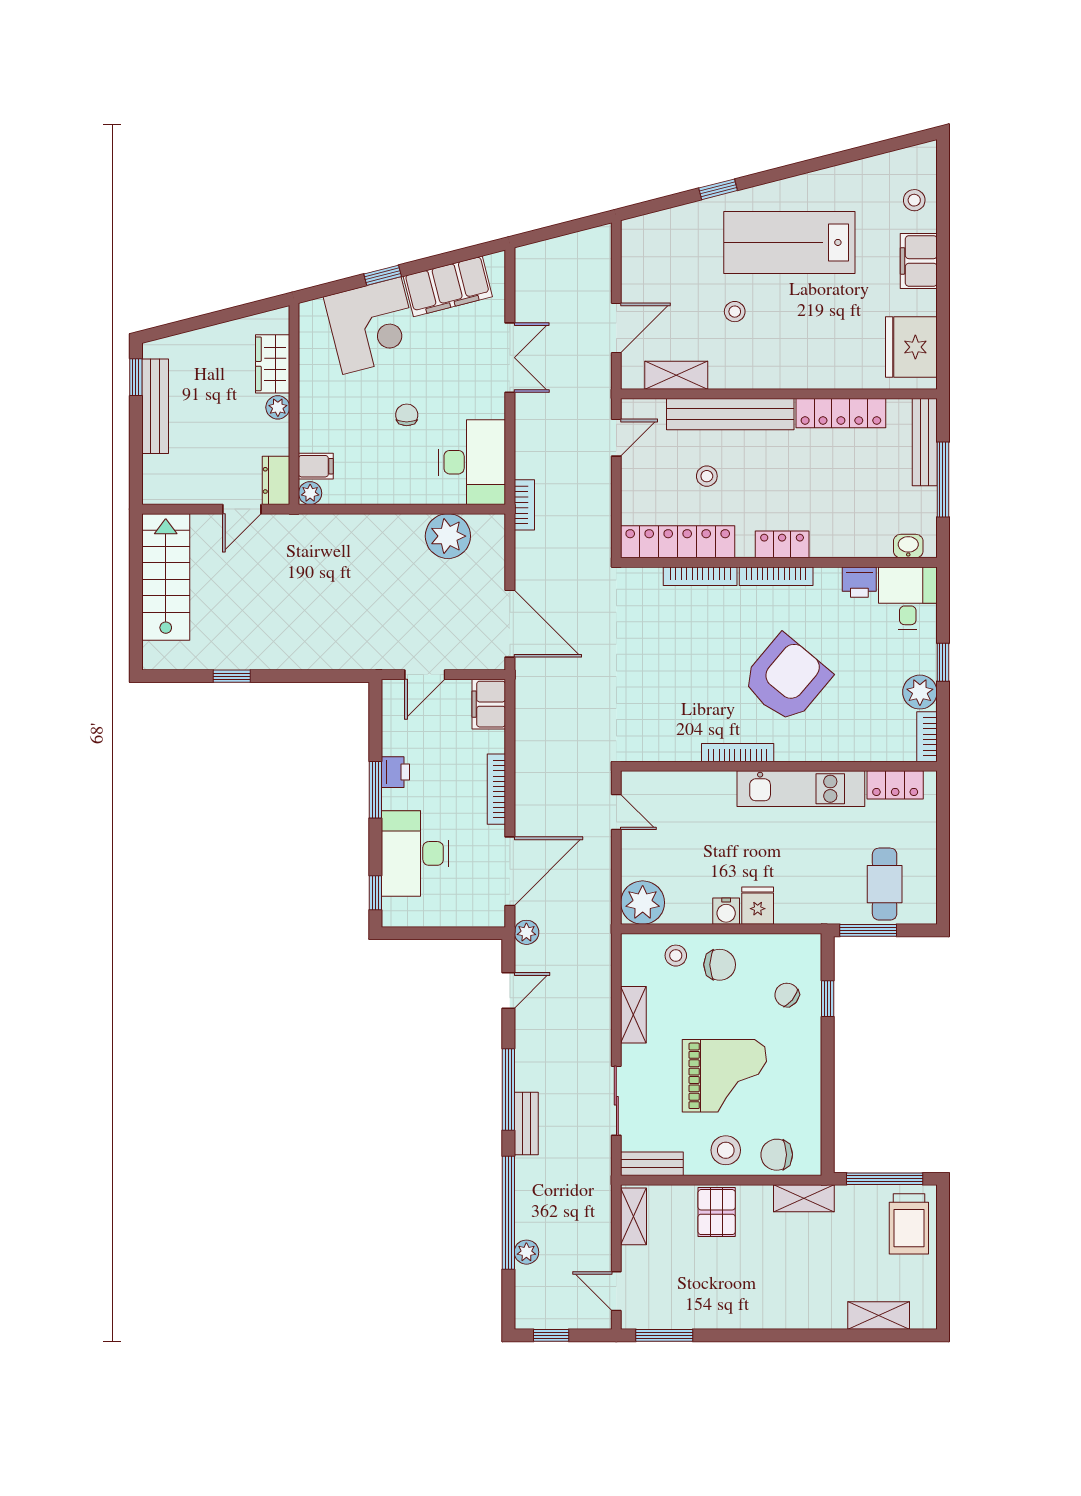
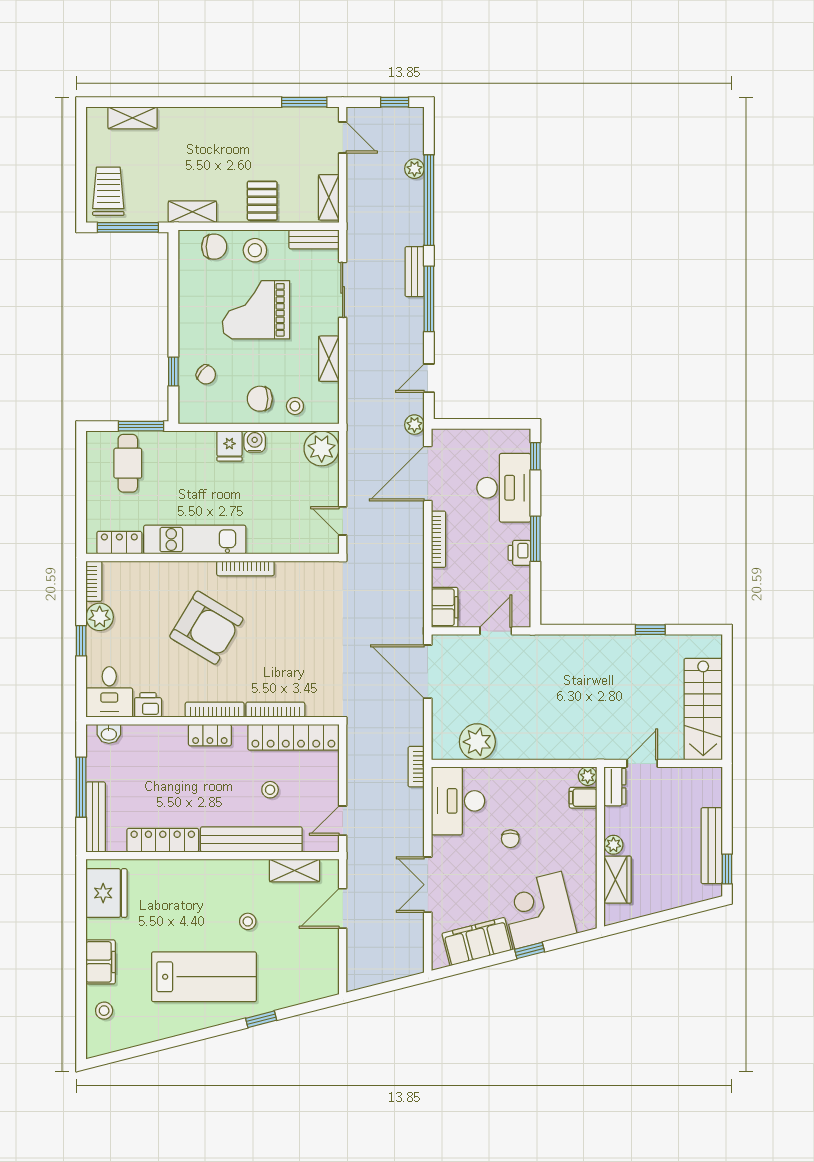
armchair: (786, 679) -> (206, 628), turned -99

